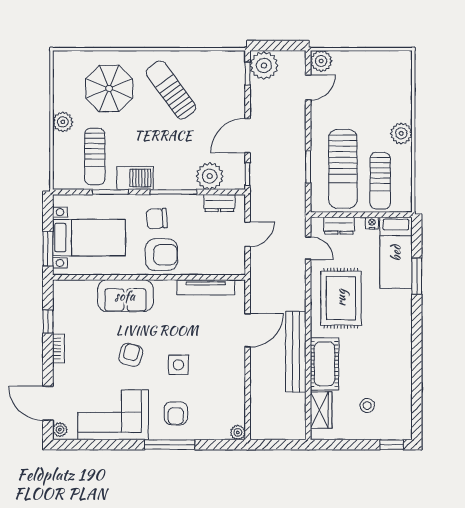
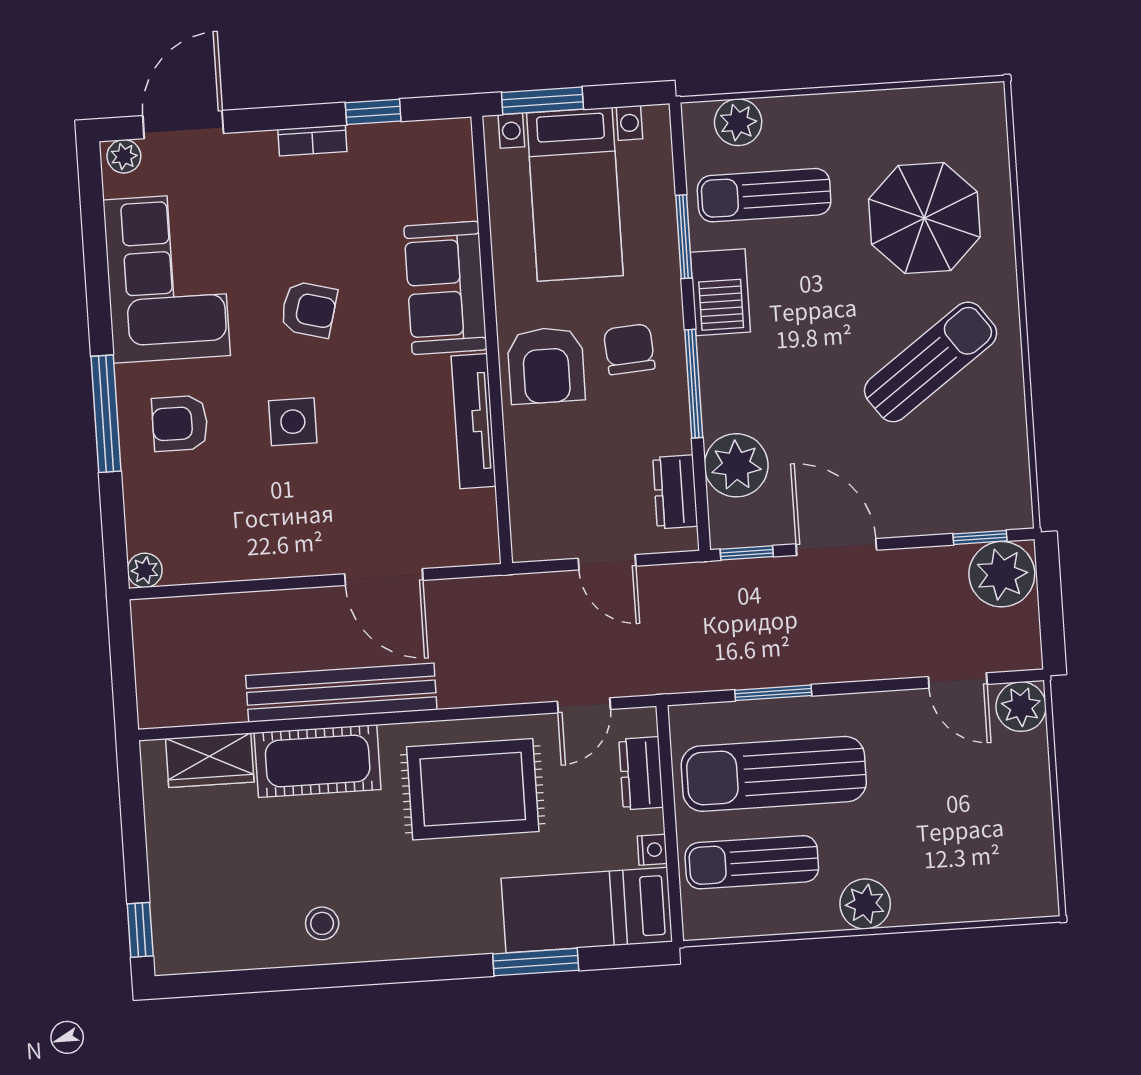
plant: (63, 122) -> (738, 122), moved
tv unit: (206, 287) -> (474, 421), moved
stool: (367, 406) -> (322, 923), moved

